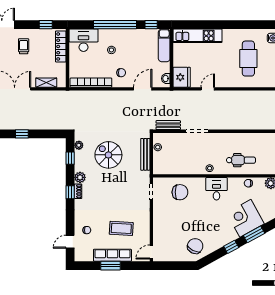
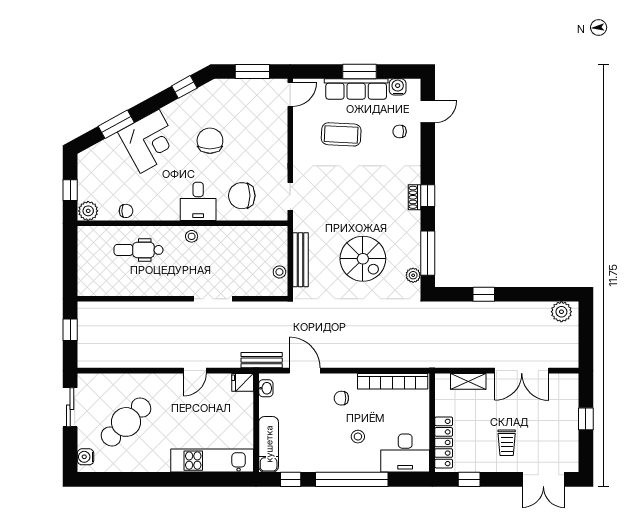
cafe table: (248, 59) -> (126, 422), turned 46
fridge: (182, 77) -> (243, 382), width x0.53, depth x0.75
door: (143, 89) -> (305, 371), swing flipped
bench: (168, 125) -> (262, 360), moved
window: (22, 134) -> (484, 294), moved
window: (70, 158) -> (428, 253), width x2.17
plant: (80, 177) -> (411, 221), removed
desk: (216, 189) -> (198, 201), moved
corner desk: (245, 218) -> (150, 141), moved
chair: (195, 246) -> (210, 141), moved, turned 153
window: (231, 247) -> (184, 87), moved
water cooler: (88, 256) -> (398, 87), added
window: (174, 266) -> (252, 71), added

